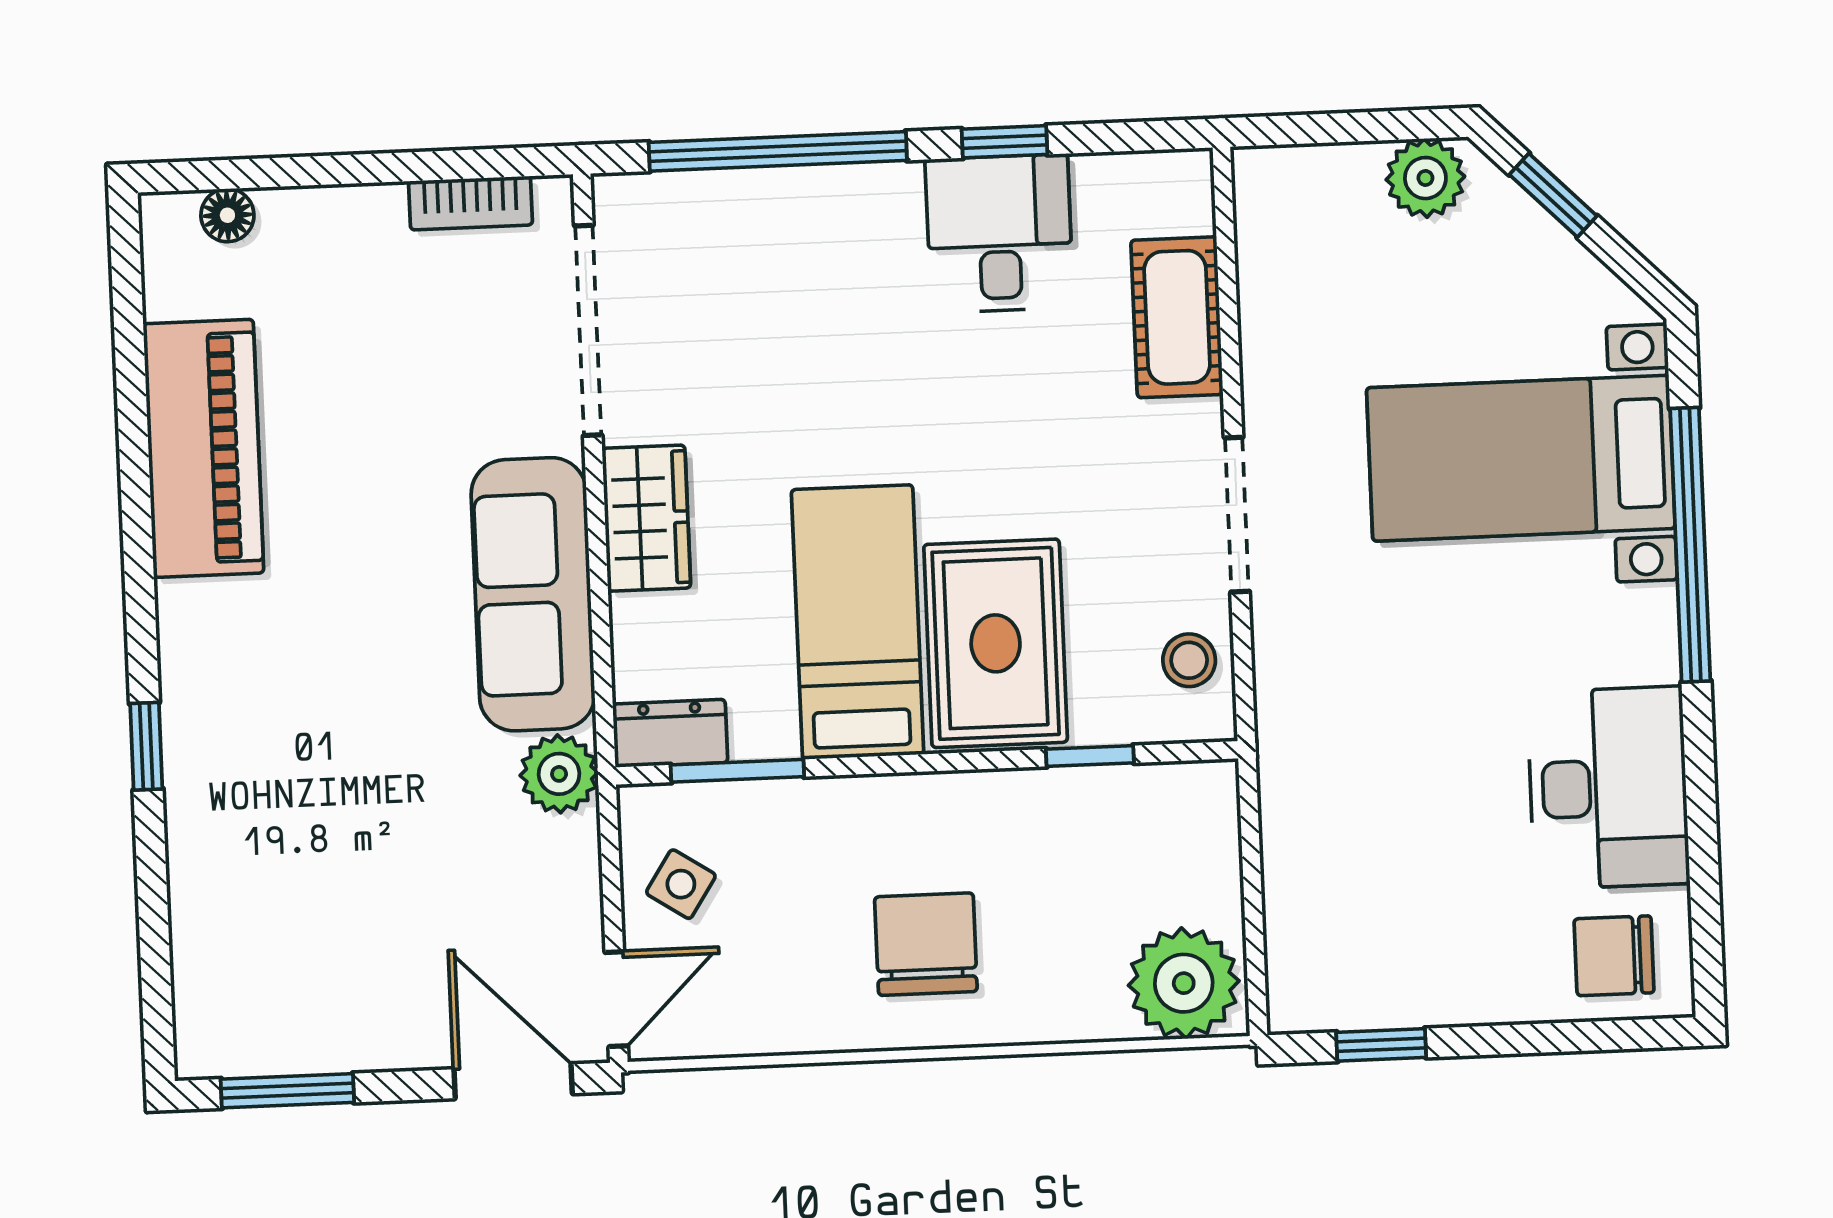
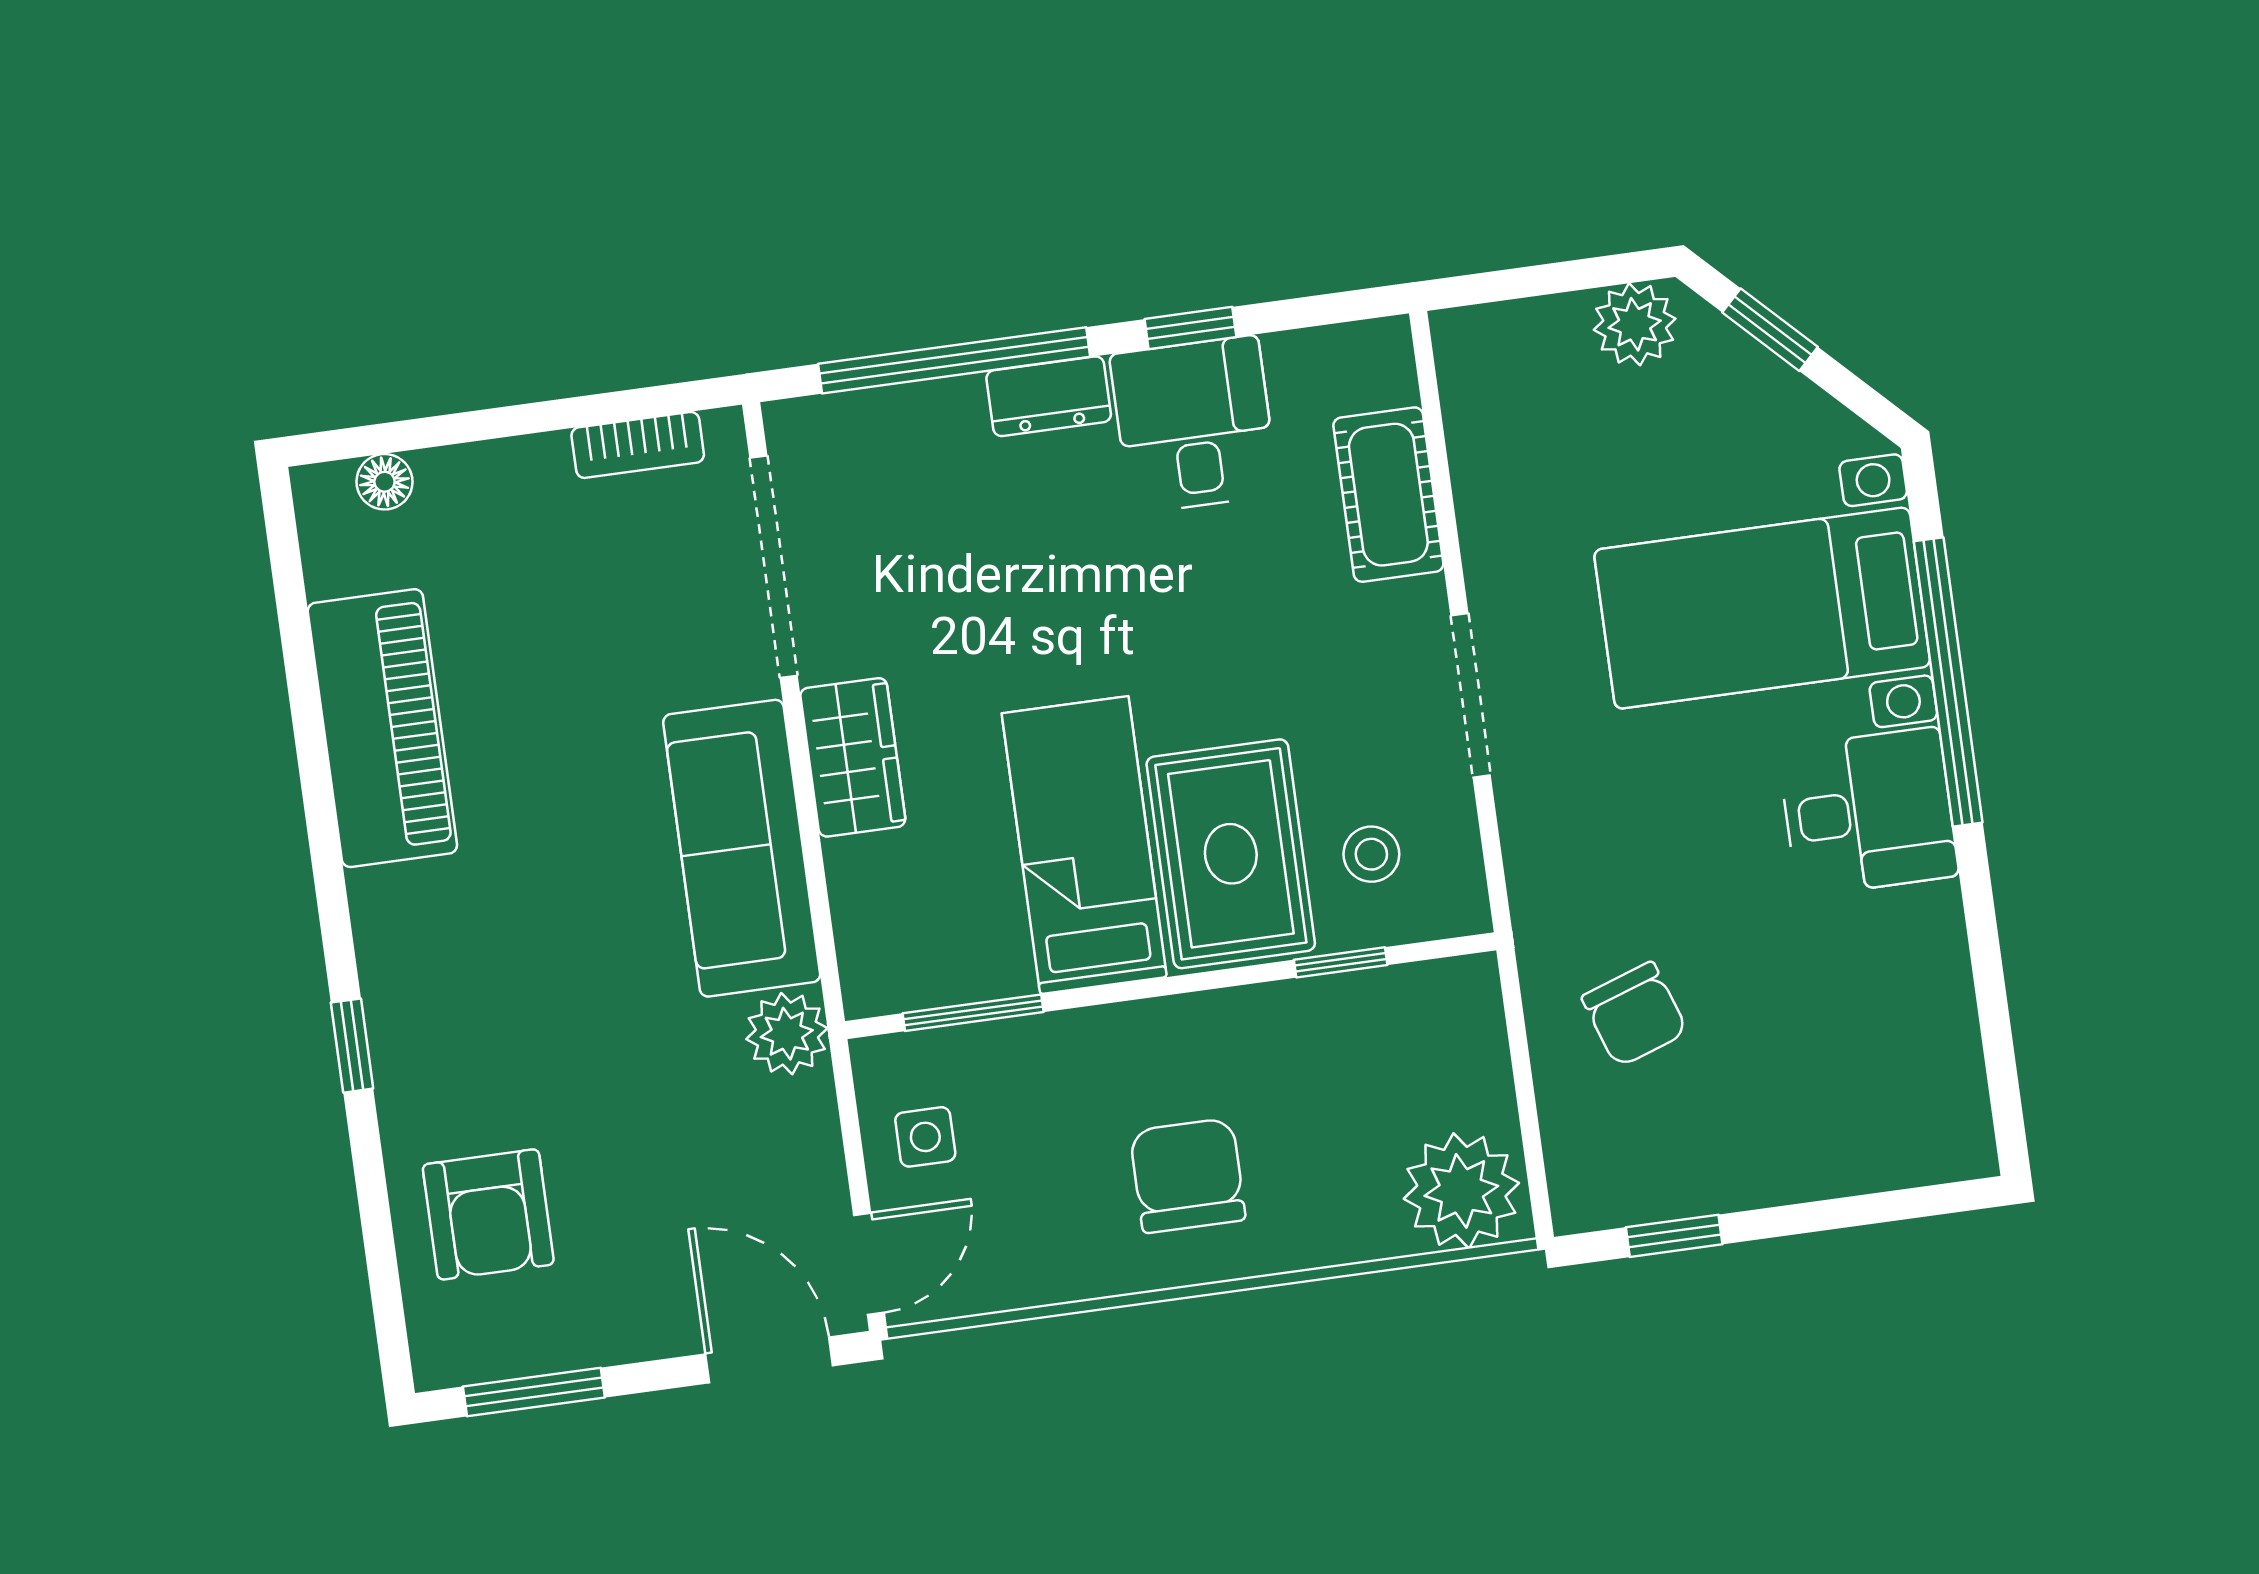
stool: (1189, 660) -> (1371, 854), moved
dresser: (670, 733) -> (1049, 396), moved, turned 180
desk: (1608, 788) -> (1868, 812), moved, width x0.73
side table: (681, 884) -> (925, 1137), turned -33
armchair: (260, 918) -> (488, 1214), added
chair: (1614, 956) -> (1635, 1014), moved, turned -109

